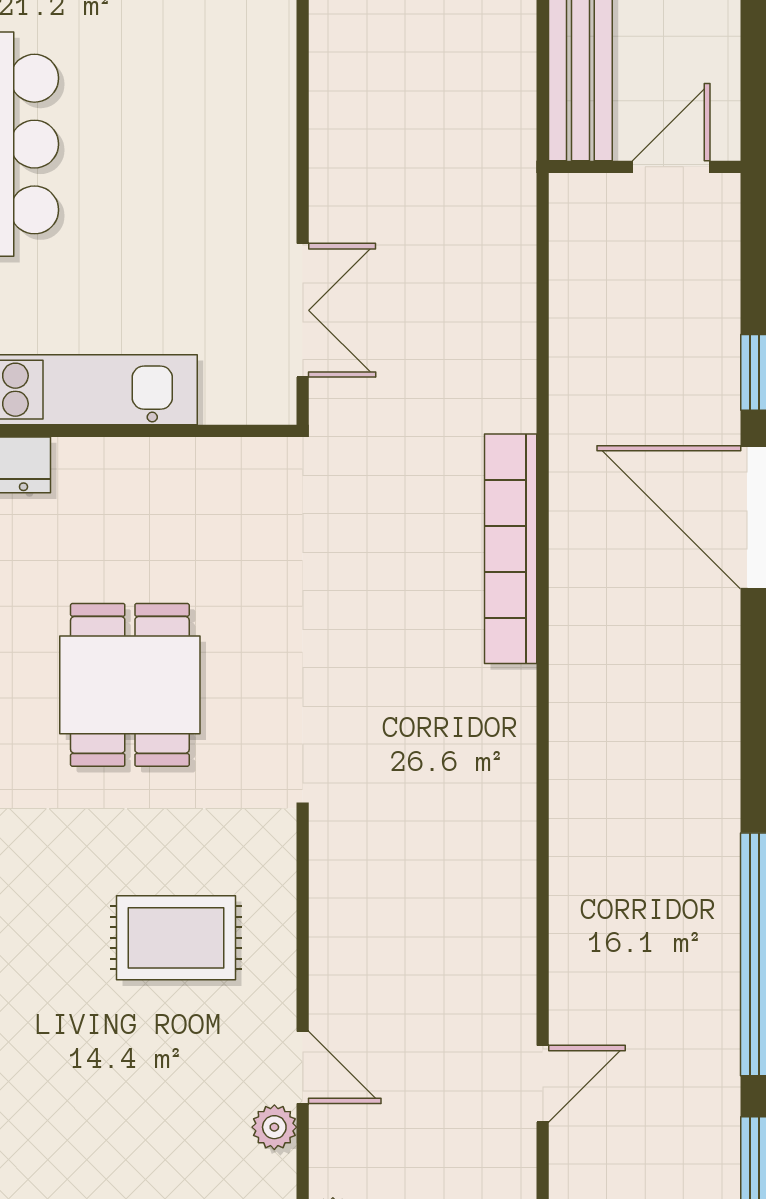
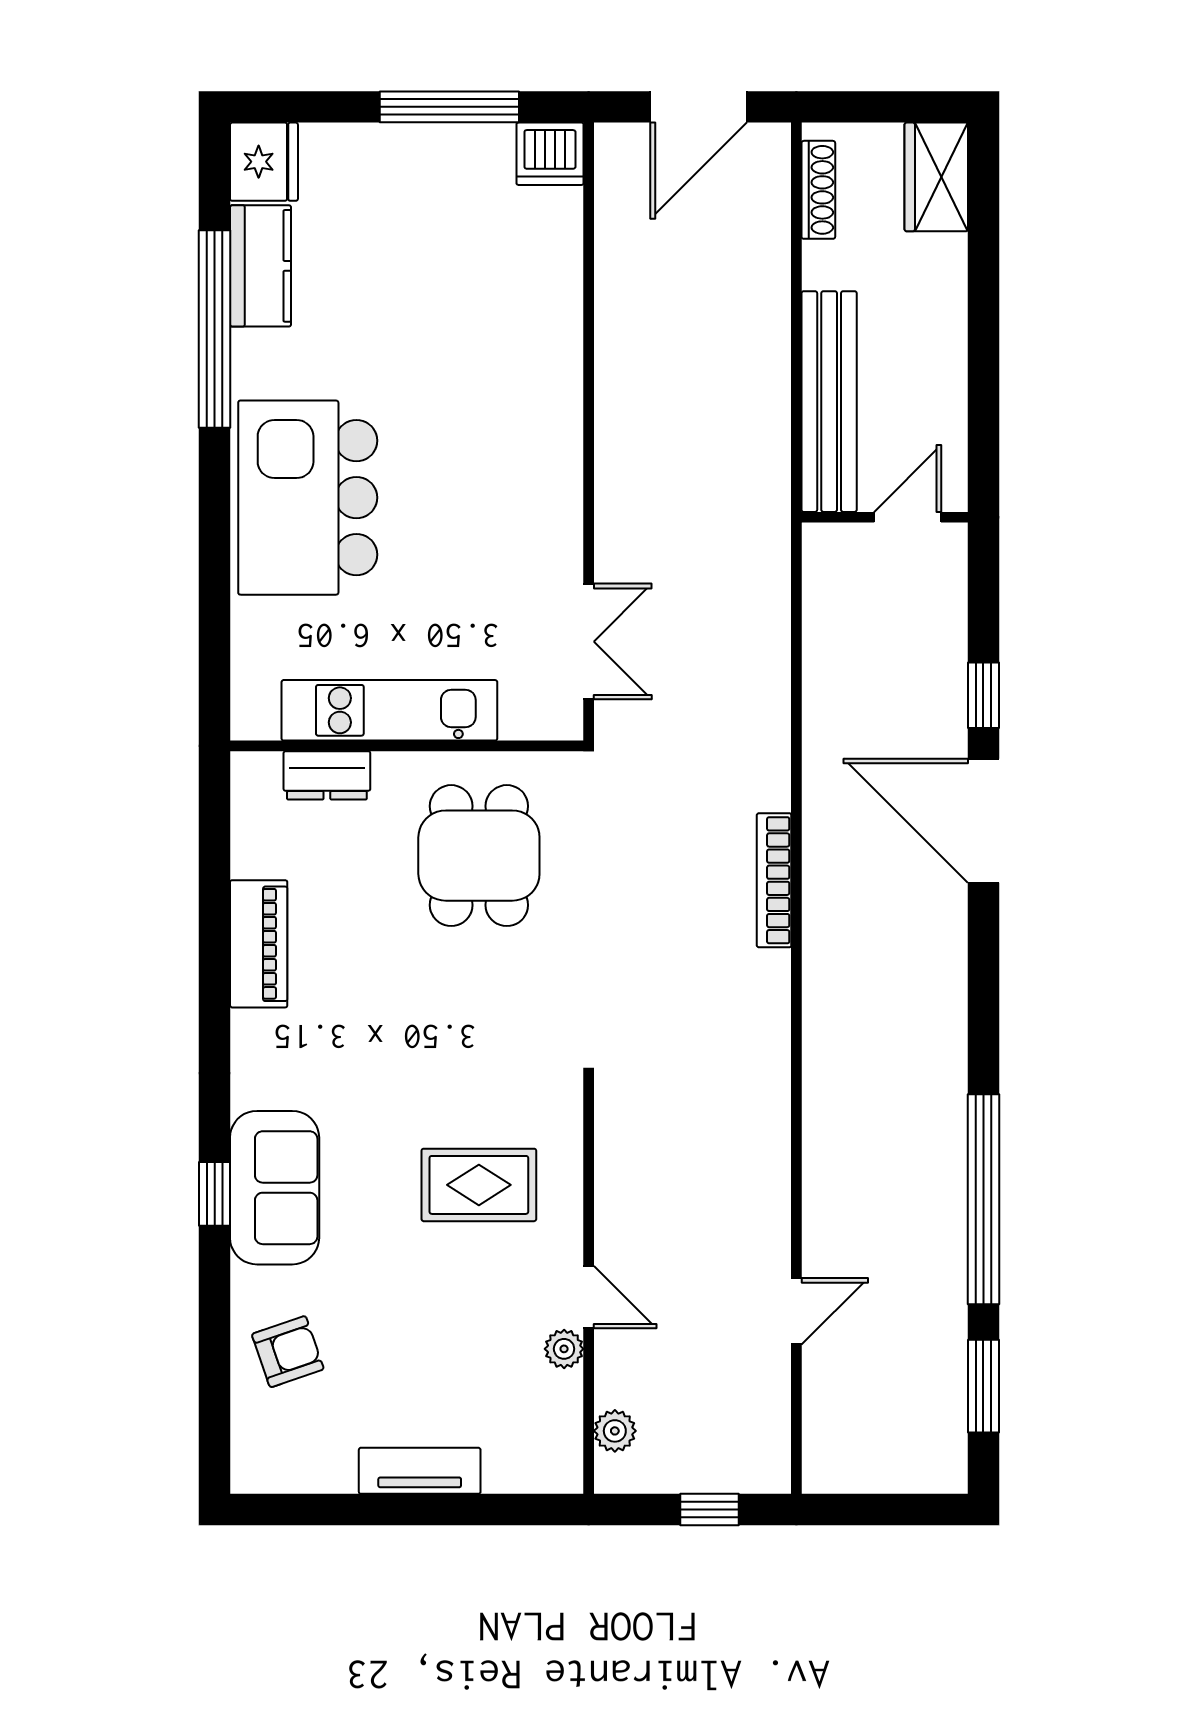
bookcase: (511, 549) -> (774, 880), width x0.68, depth x0.76
dining table: (130, 685) -> (479, 856), moved

